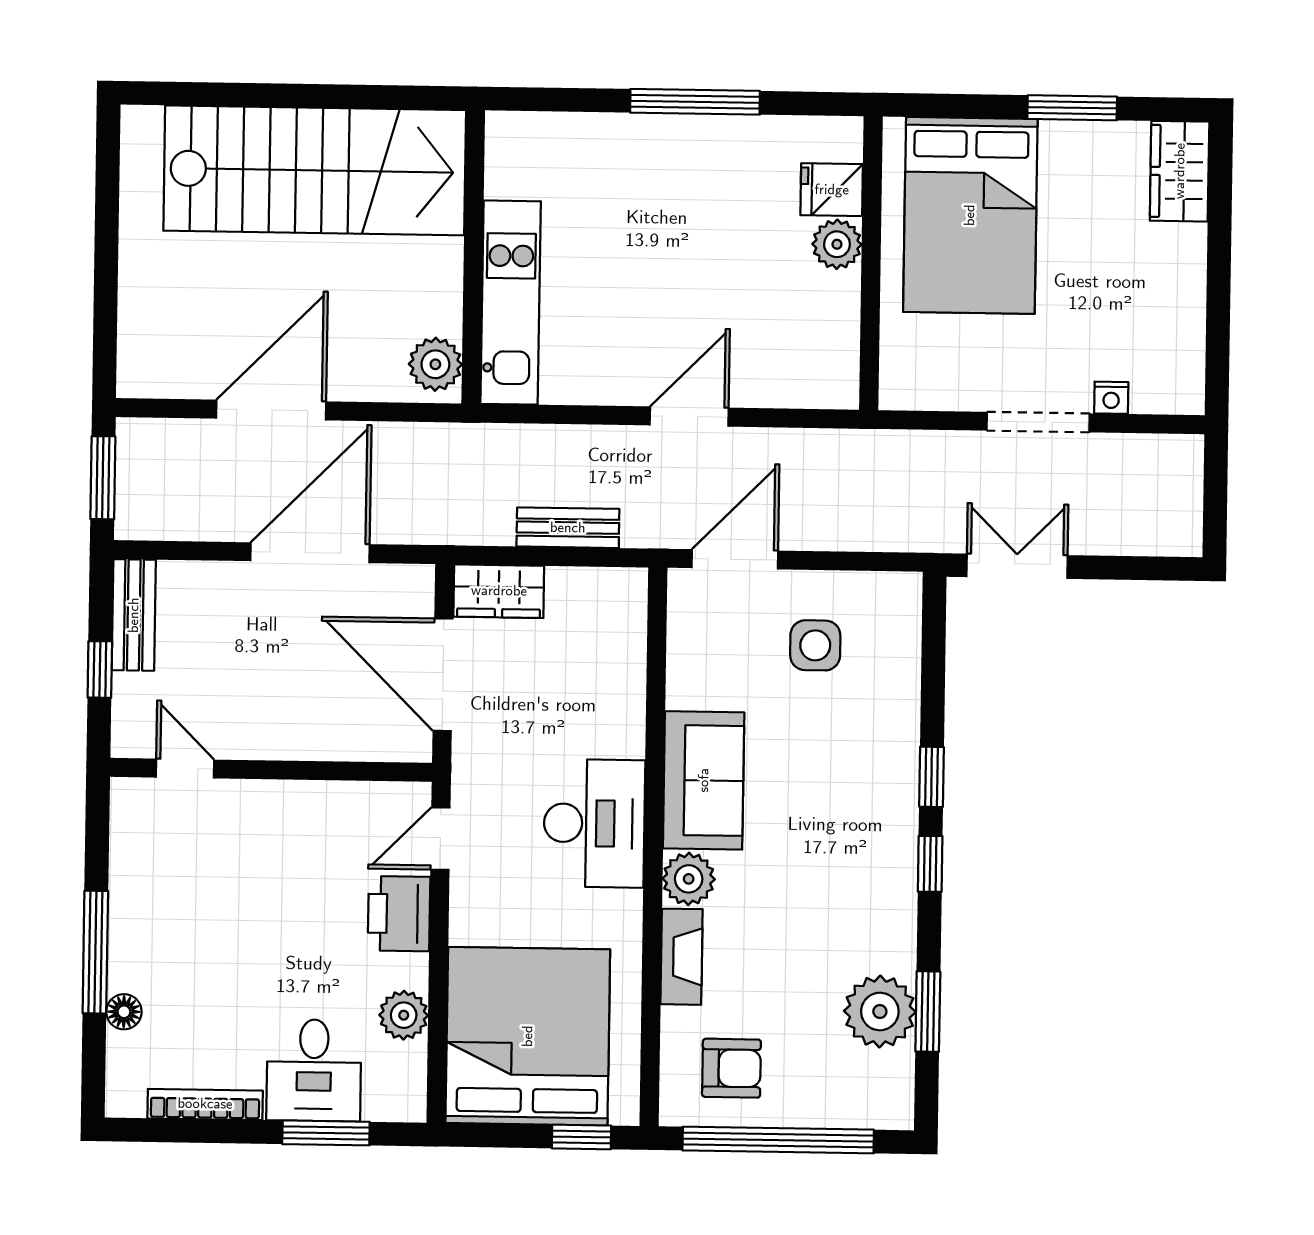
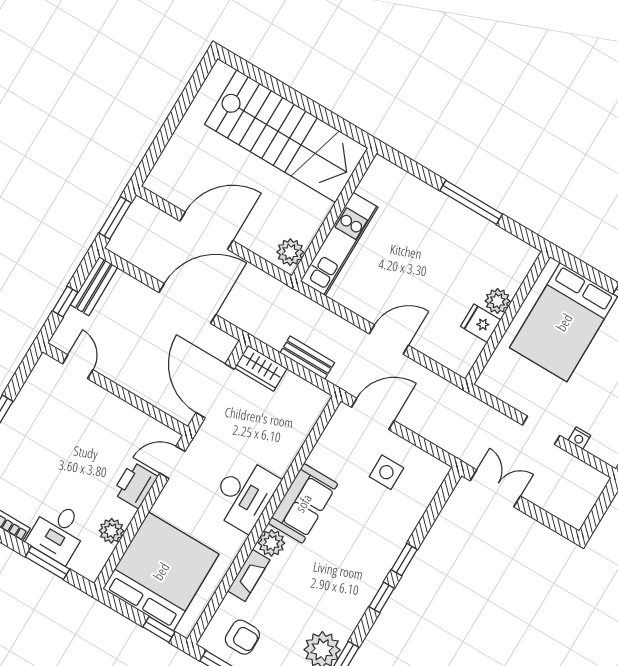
fridge: (832, 190) -> (481, 323), moved
doorway: (1038, 422) -> (541, 430), width x0.73

